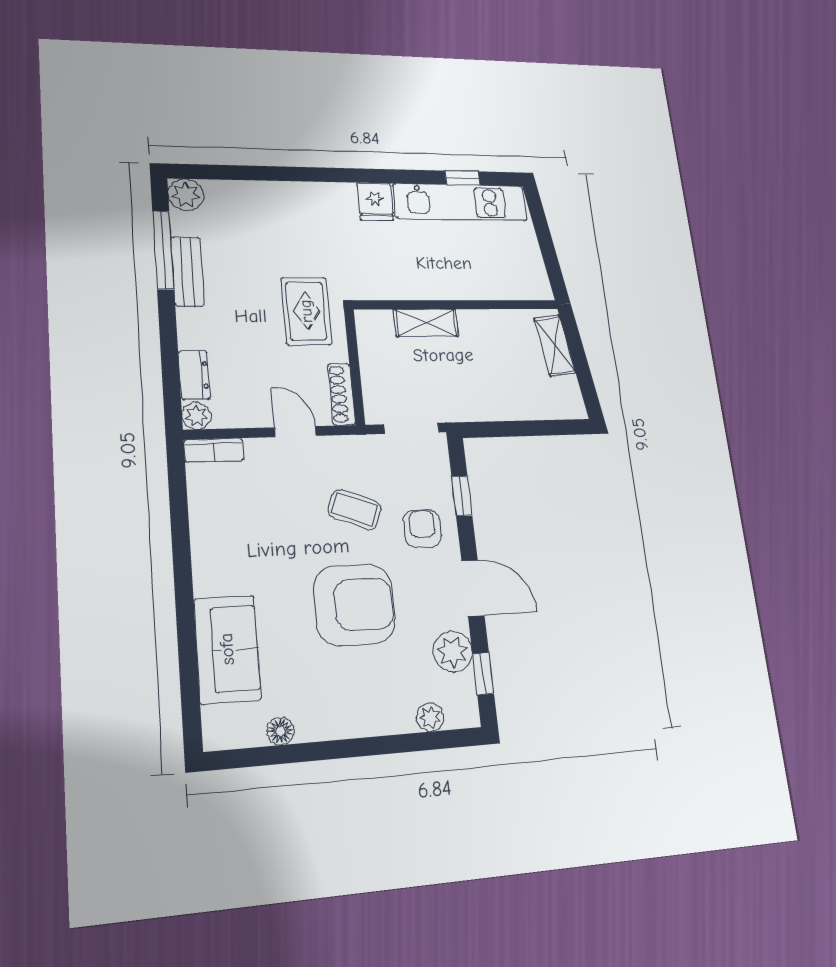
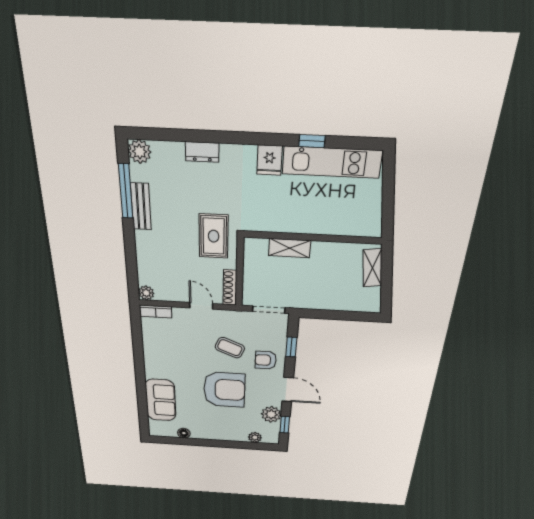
window: (462, 178) -> (312, 141), moved
dresser: (194, 375) -> (202, 152), moved, turned 90
armchair: (422, 528) -> (266, 360), turned -90

